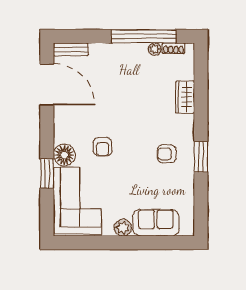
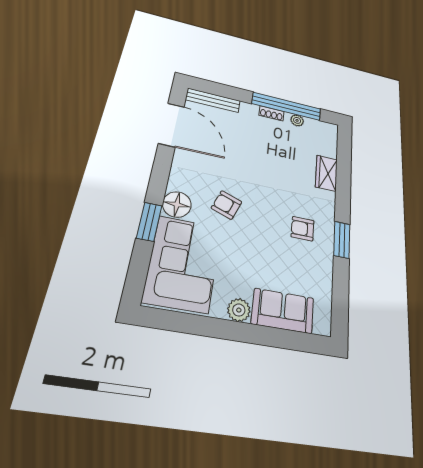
shoe rack: (173, 48) -> (271, 113), moved
bench: (71, 49) -> (213, 100), width x1.36
armchair: (103, 147) -> (227, 205), turned 110

